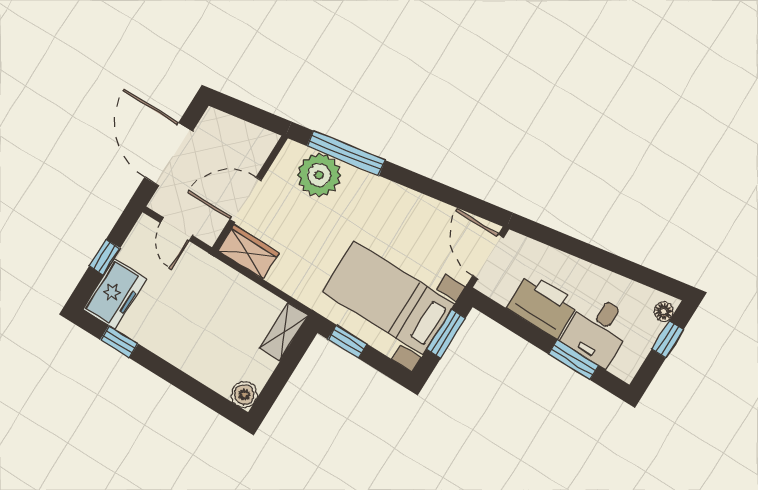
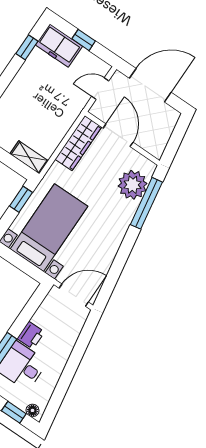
wardrobe: (248, 252) -> (78, 143), width x1.50
printer: (543, 305) -> (31, 335), width x0.53, depth x0.68
window: (446, 334) -> (24, 265), removed

